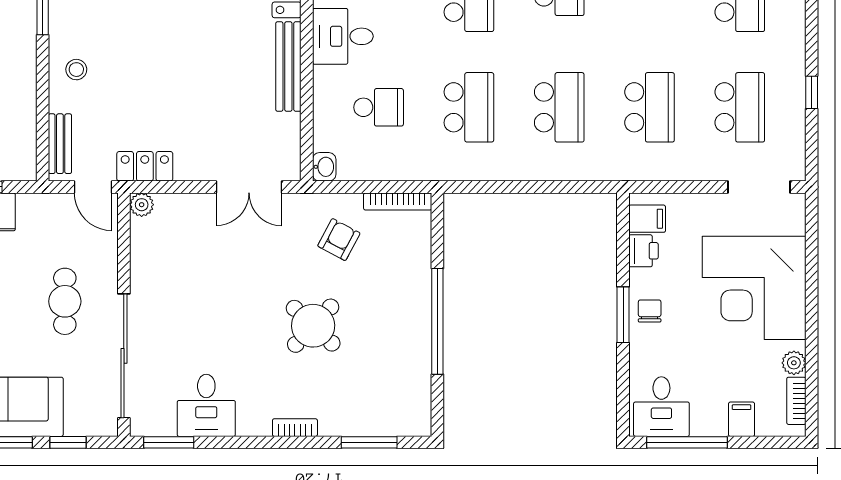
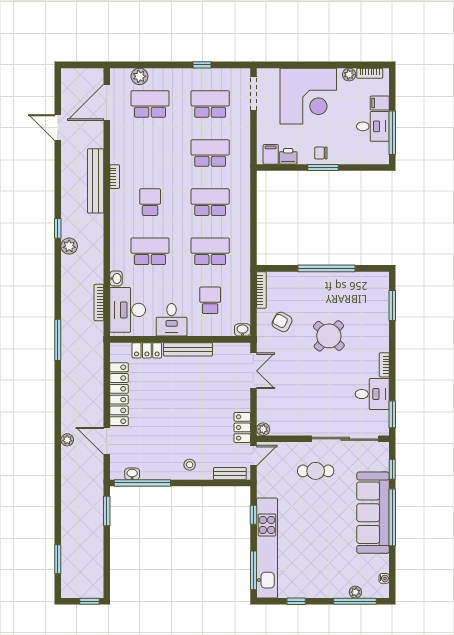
desk: (661, 407) -> (373, 126), moved
bookcase: (295, 428) -> (384, 365), moved

